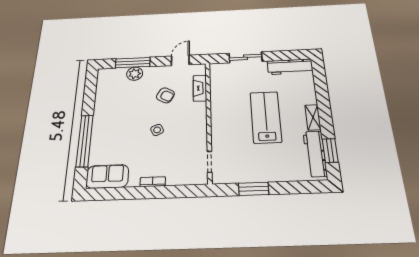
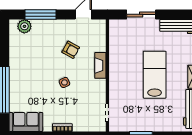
plant: (135, 74) -> (24, 26), moved
fireplace: (200, 88) -> (100, 65), moved

